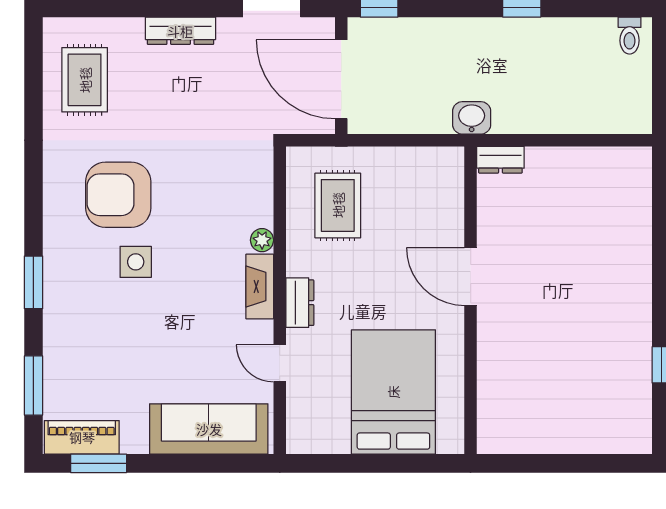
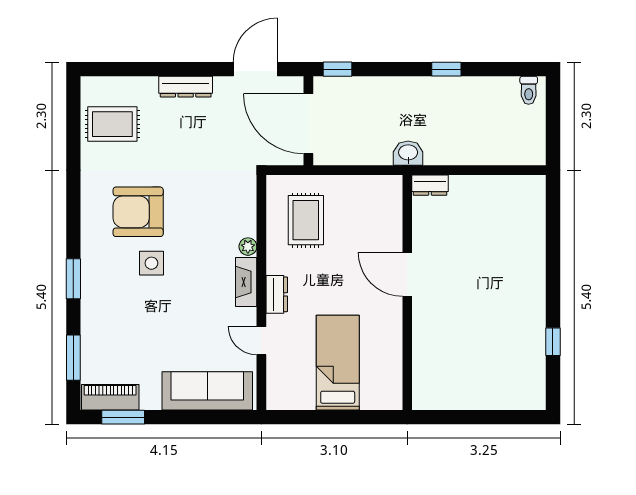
rug: (85, 80) -> (112, 124), turned 90
bed: (393, 392) -> (338, 363), width x0.67

